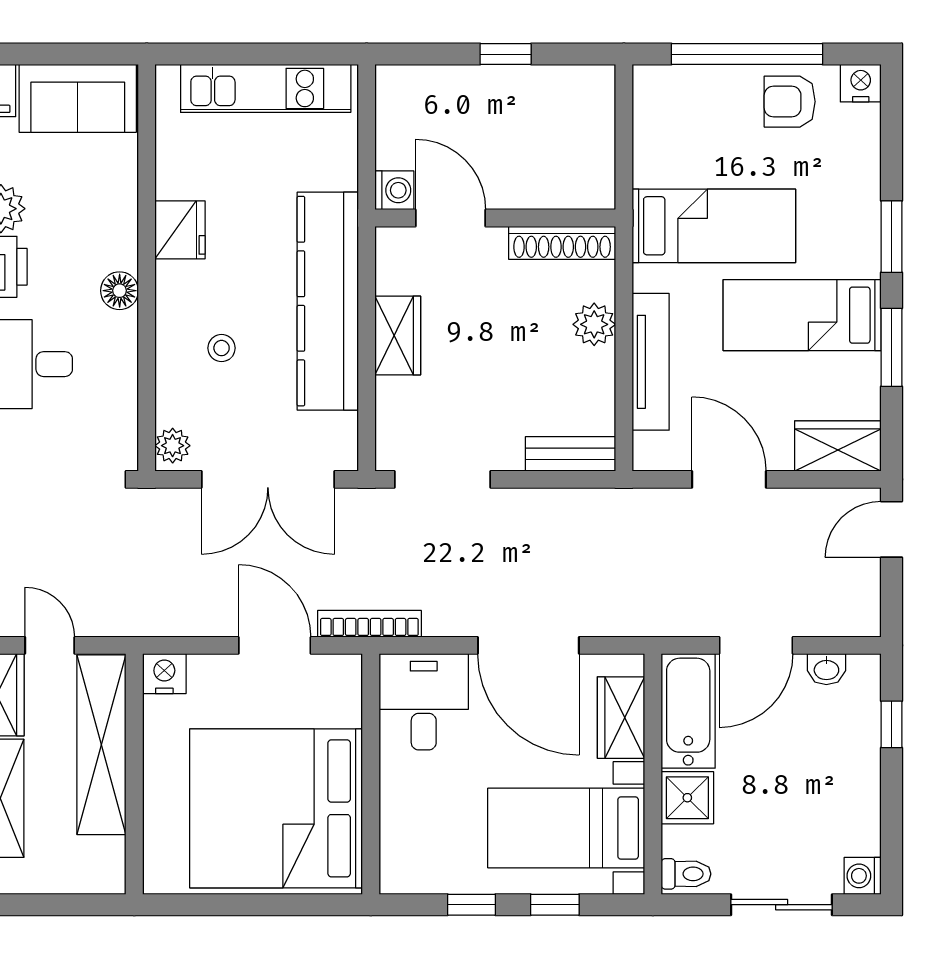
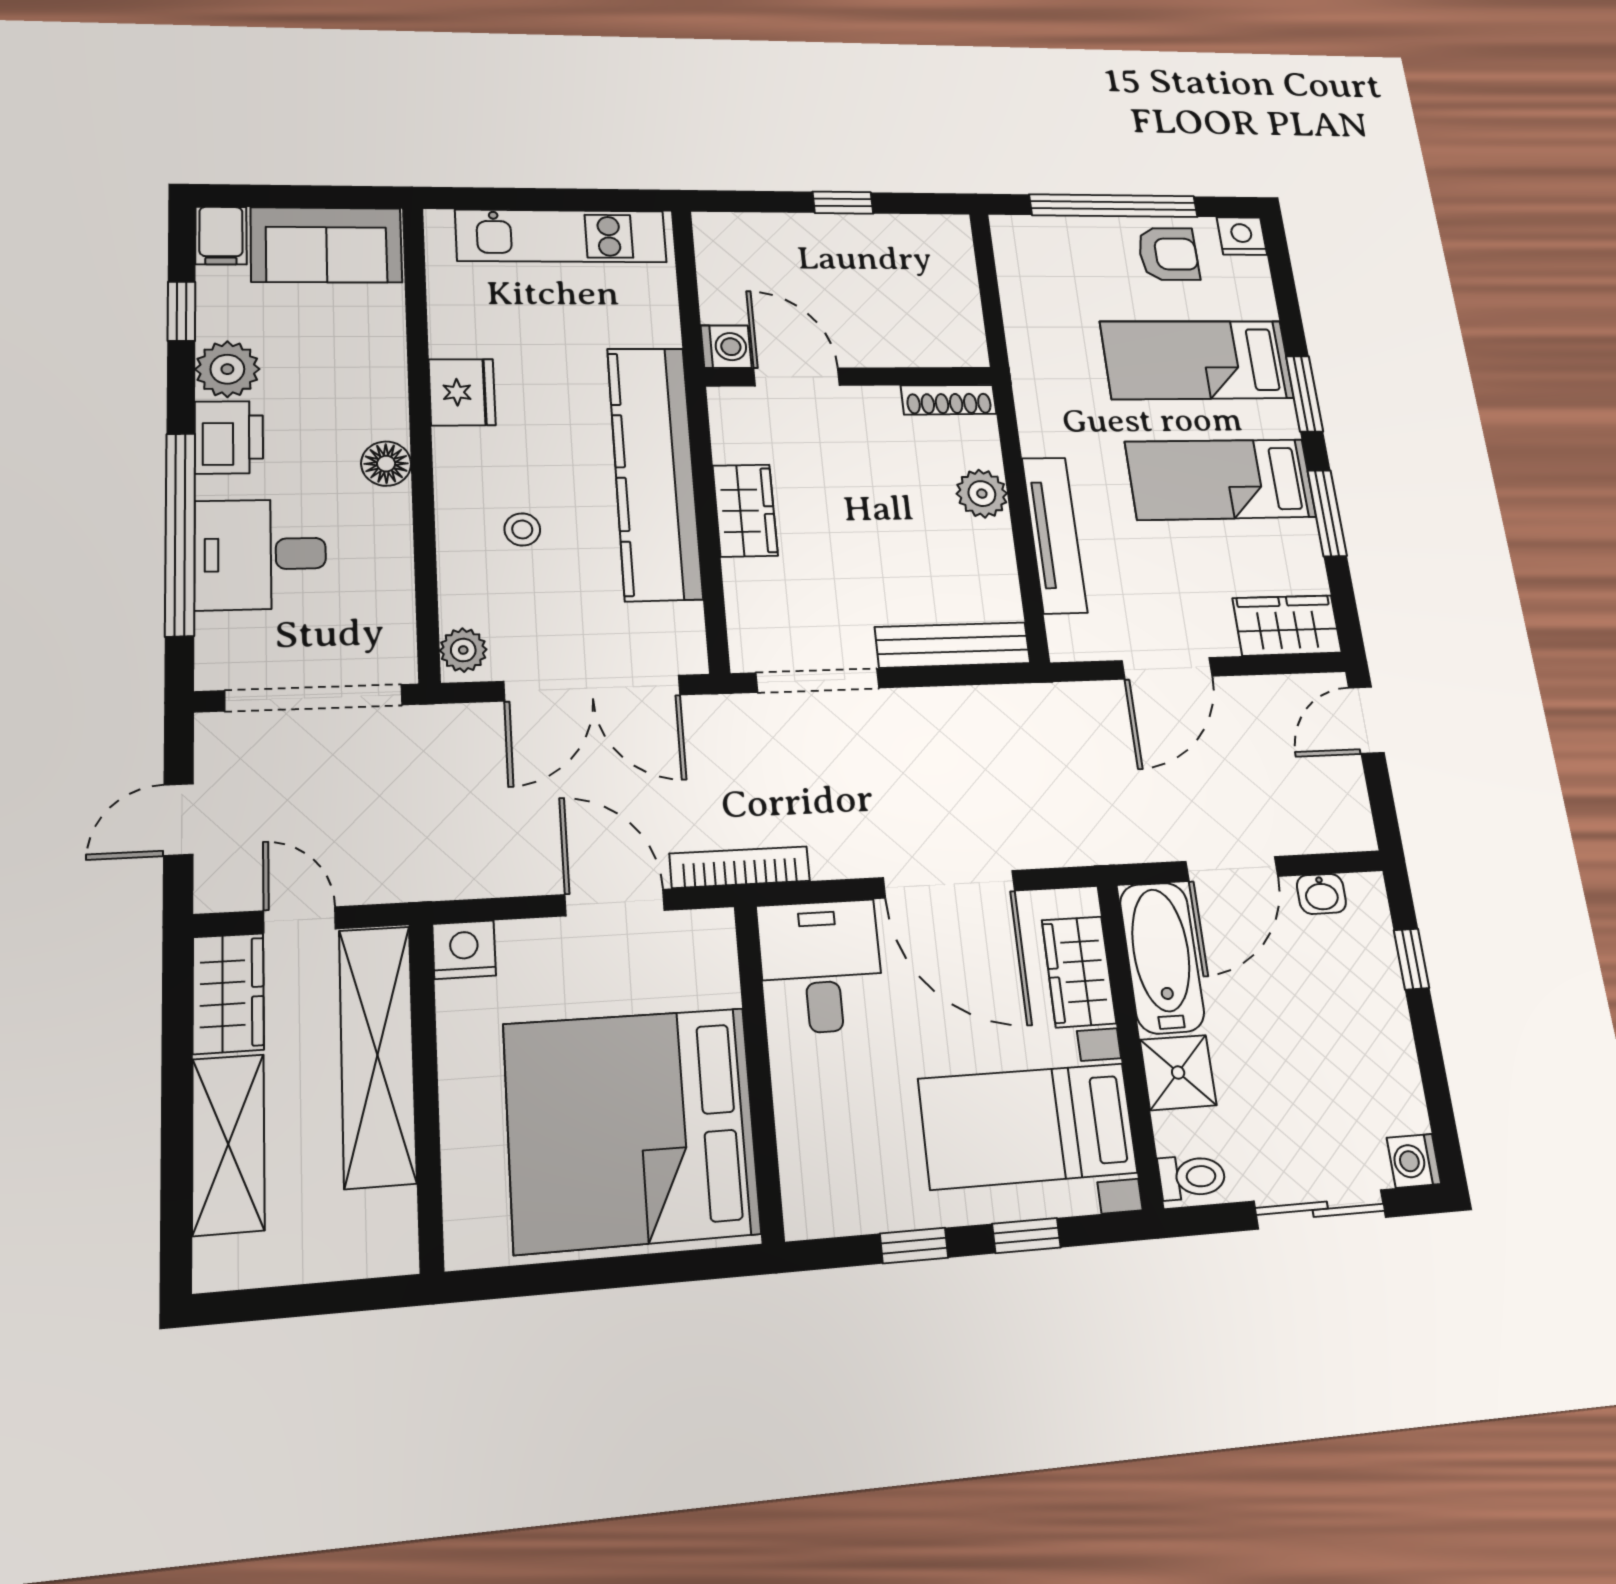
armchair: (790, 102) -> (1168, 254), turned 180
bed: (714, 226) -> (1197, 360), moved, turned 180
shoe rack: (562, 243) -> (949, 400), width x0.74, depth x0.81
bench: (570, 454) -> (953, 645), width x1.36
door: (729, 479) -> (1167, 668), swing flipped

